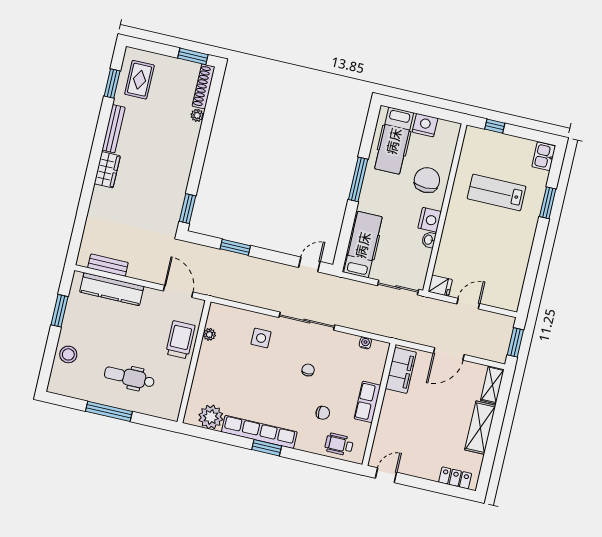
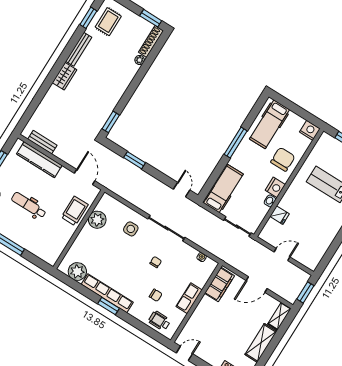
nightstand: (425, 125) -> (310, 130), moved
door: (309, 264) -> (182, 190), hinge flipped
fridge: (440, 286) -> (280, 215), moved
plant: (209, 334) -> (97, 220), width x1.87, depth x1.87
dental chair: (129, 377) -> (29, 205), moved

